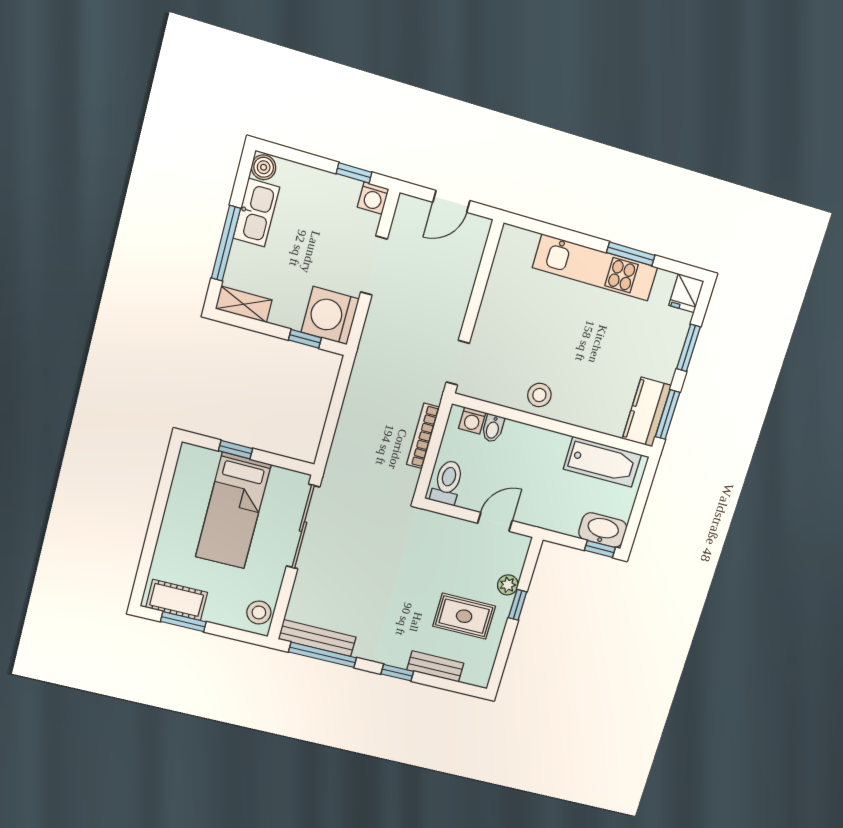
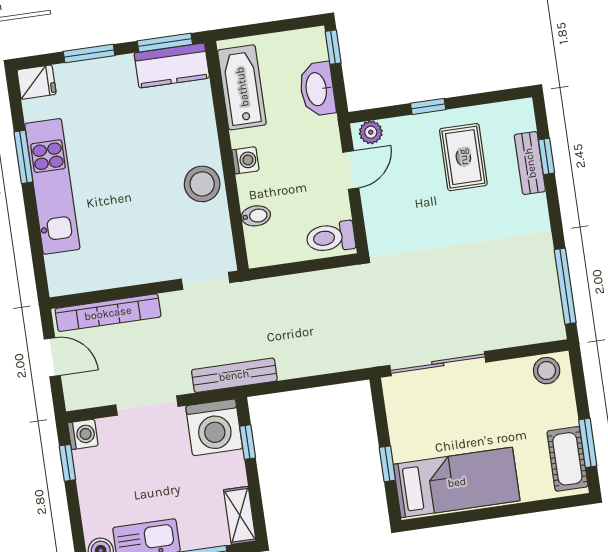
stool: (539, 395) -> (202, 184), width x1.38, depth x1.38
washing machine: (472, 421) -> (245, 160), moved
bookcase: (423, 436) -> (108, 313), moved, width x1.48, depth x1.31
bed: (233, 511) -> (457, 482), moved
door: (495, 522) -> (351, 170), swing flipped
washbasin: (603, 530) -> (317, 89), moved
plant: (508, 585) -> (371, 132), moved
bench: (317, 638) -> (234, 375), moved, turned 90
window: (397, 673) -> (546, 156), moved

